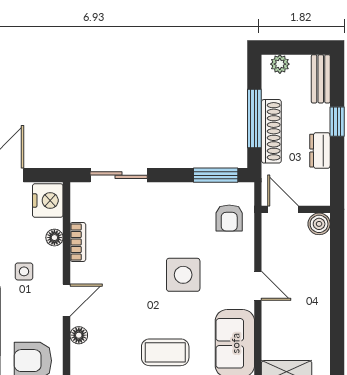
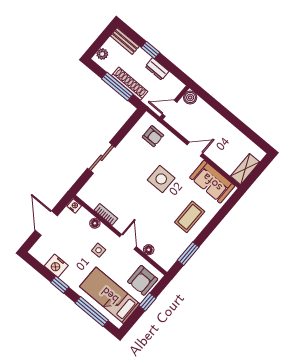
sliding door: (119, 175) -> (101, 158), moved
window: (216, 175) -> (128, 126), removed
nightstand: (48, 200) -> (74, 206), width x0.53, depth x0.56

